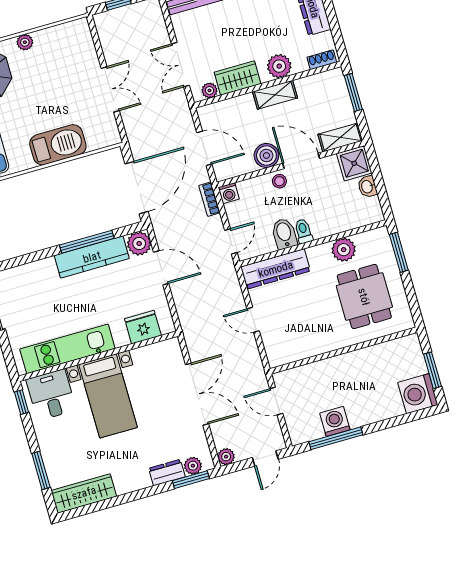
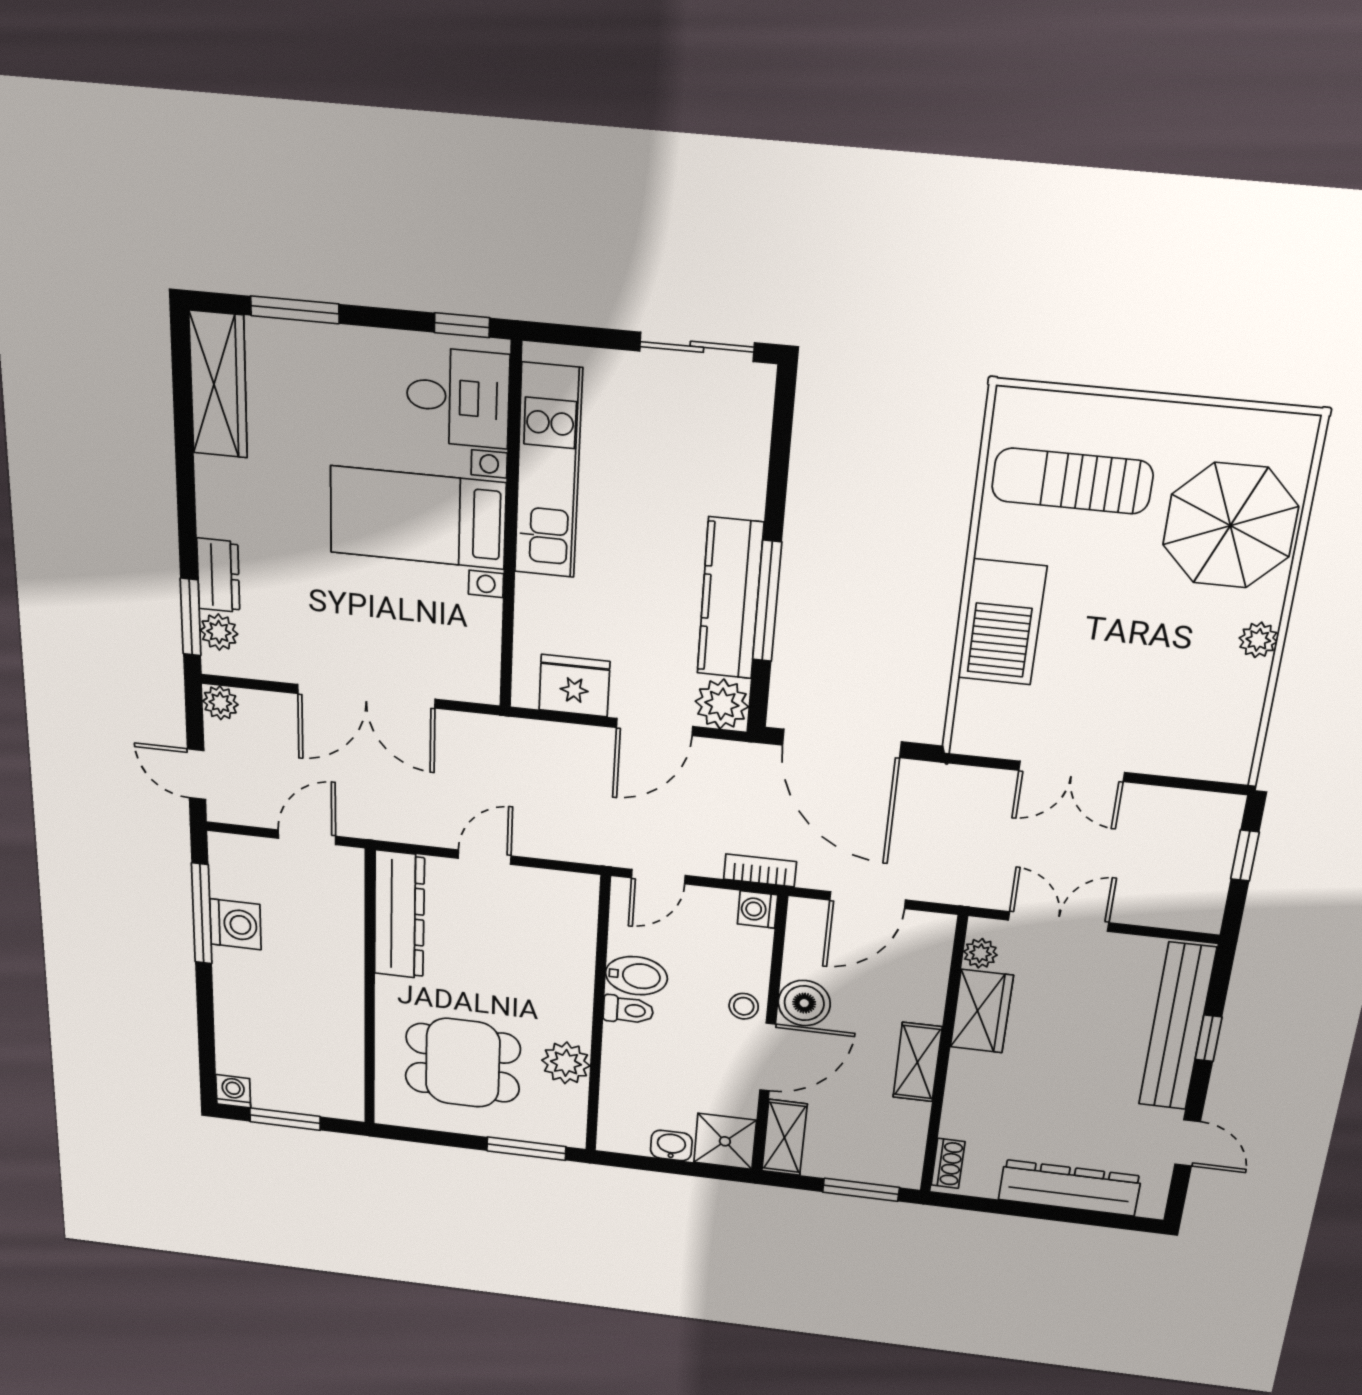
plant: (279, 66) -> (970, 1090), removed
door: (231, 241) -> (658, 877), hinge flipped
dresser: (276, 269) -> (399, 915), moved, turned 180
fridge: (143, 327) -> (574, 686), moved, turned -90
washing machine: (418, 394) -> (233, 1091), width x0.53, depth x0.53

